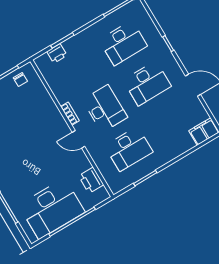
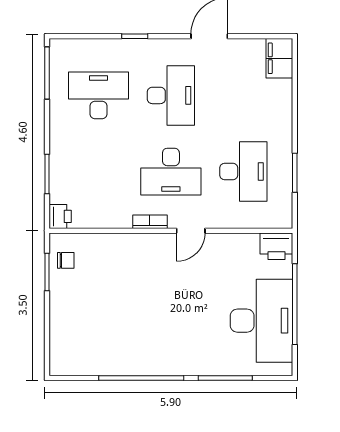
desk: (123, 43) -> (99, 95), turned -90
printer: (57, 53) -> (60, 216), moved
desk: (105, 109) -> (171, 172), turned 180
printer: (91, 180) -> (276, 246), moved

